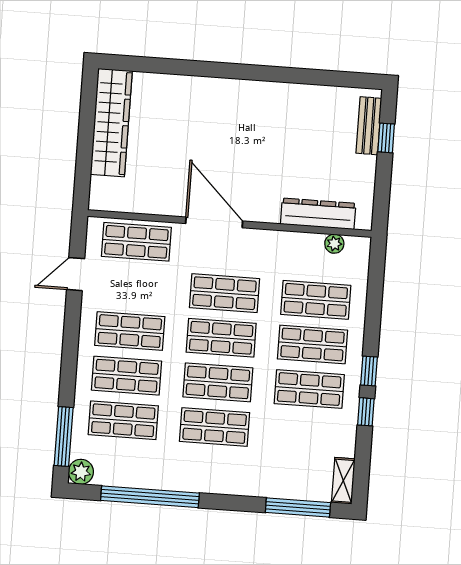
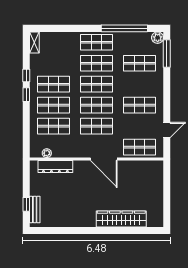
wardrobe: (111, 123) -> (121, 219), moved, turned 90
shop shelf: (127, 376) -> (97, 42), moved
window: (298, 508) -> (55, 28), removed

